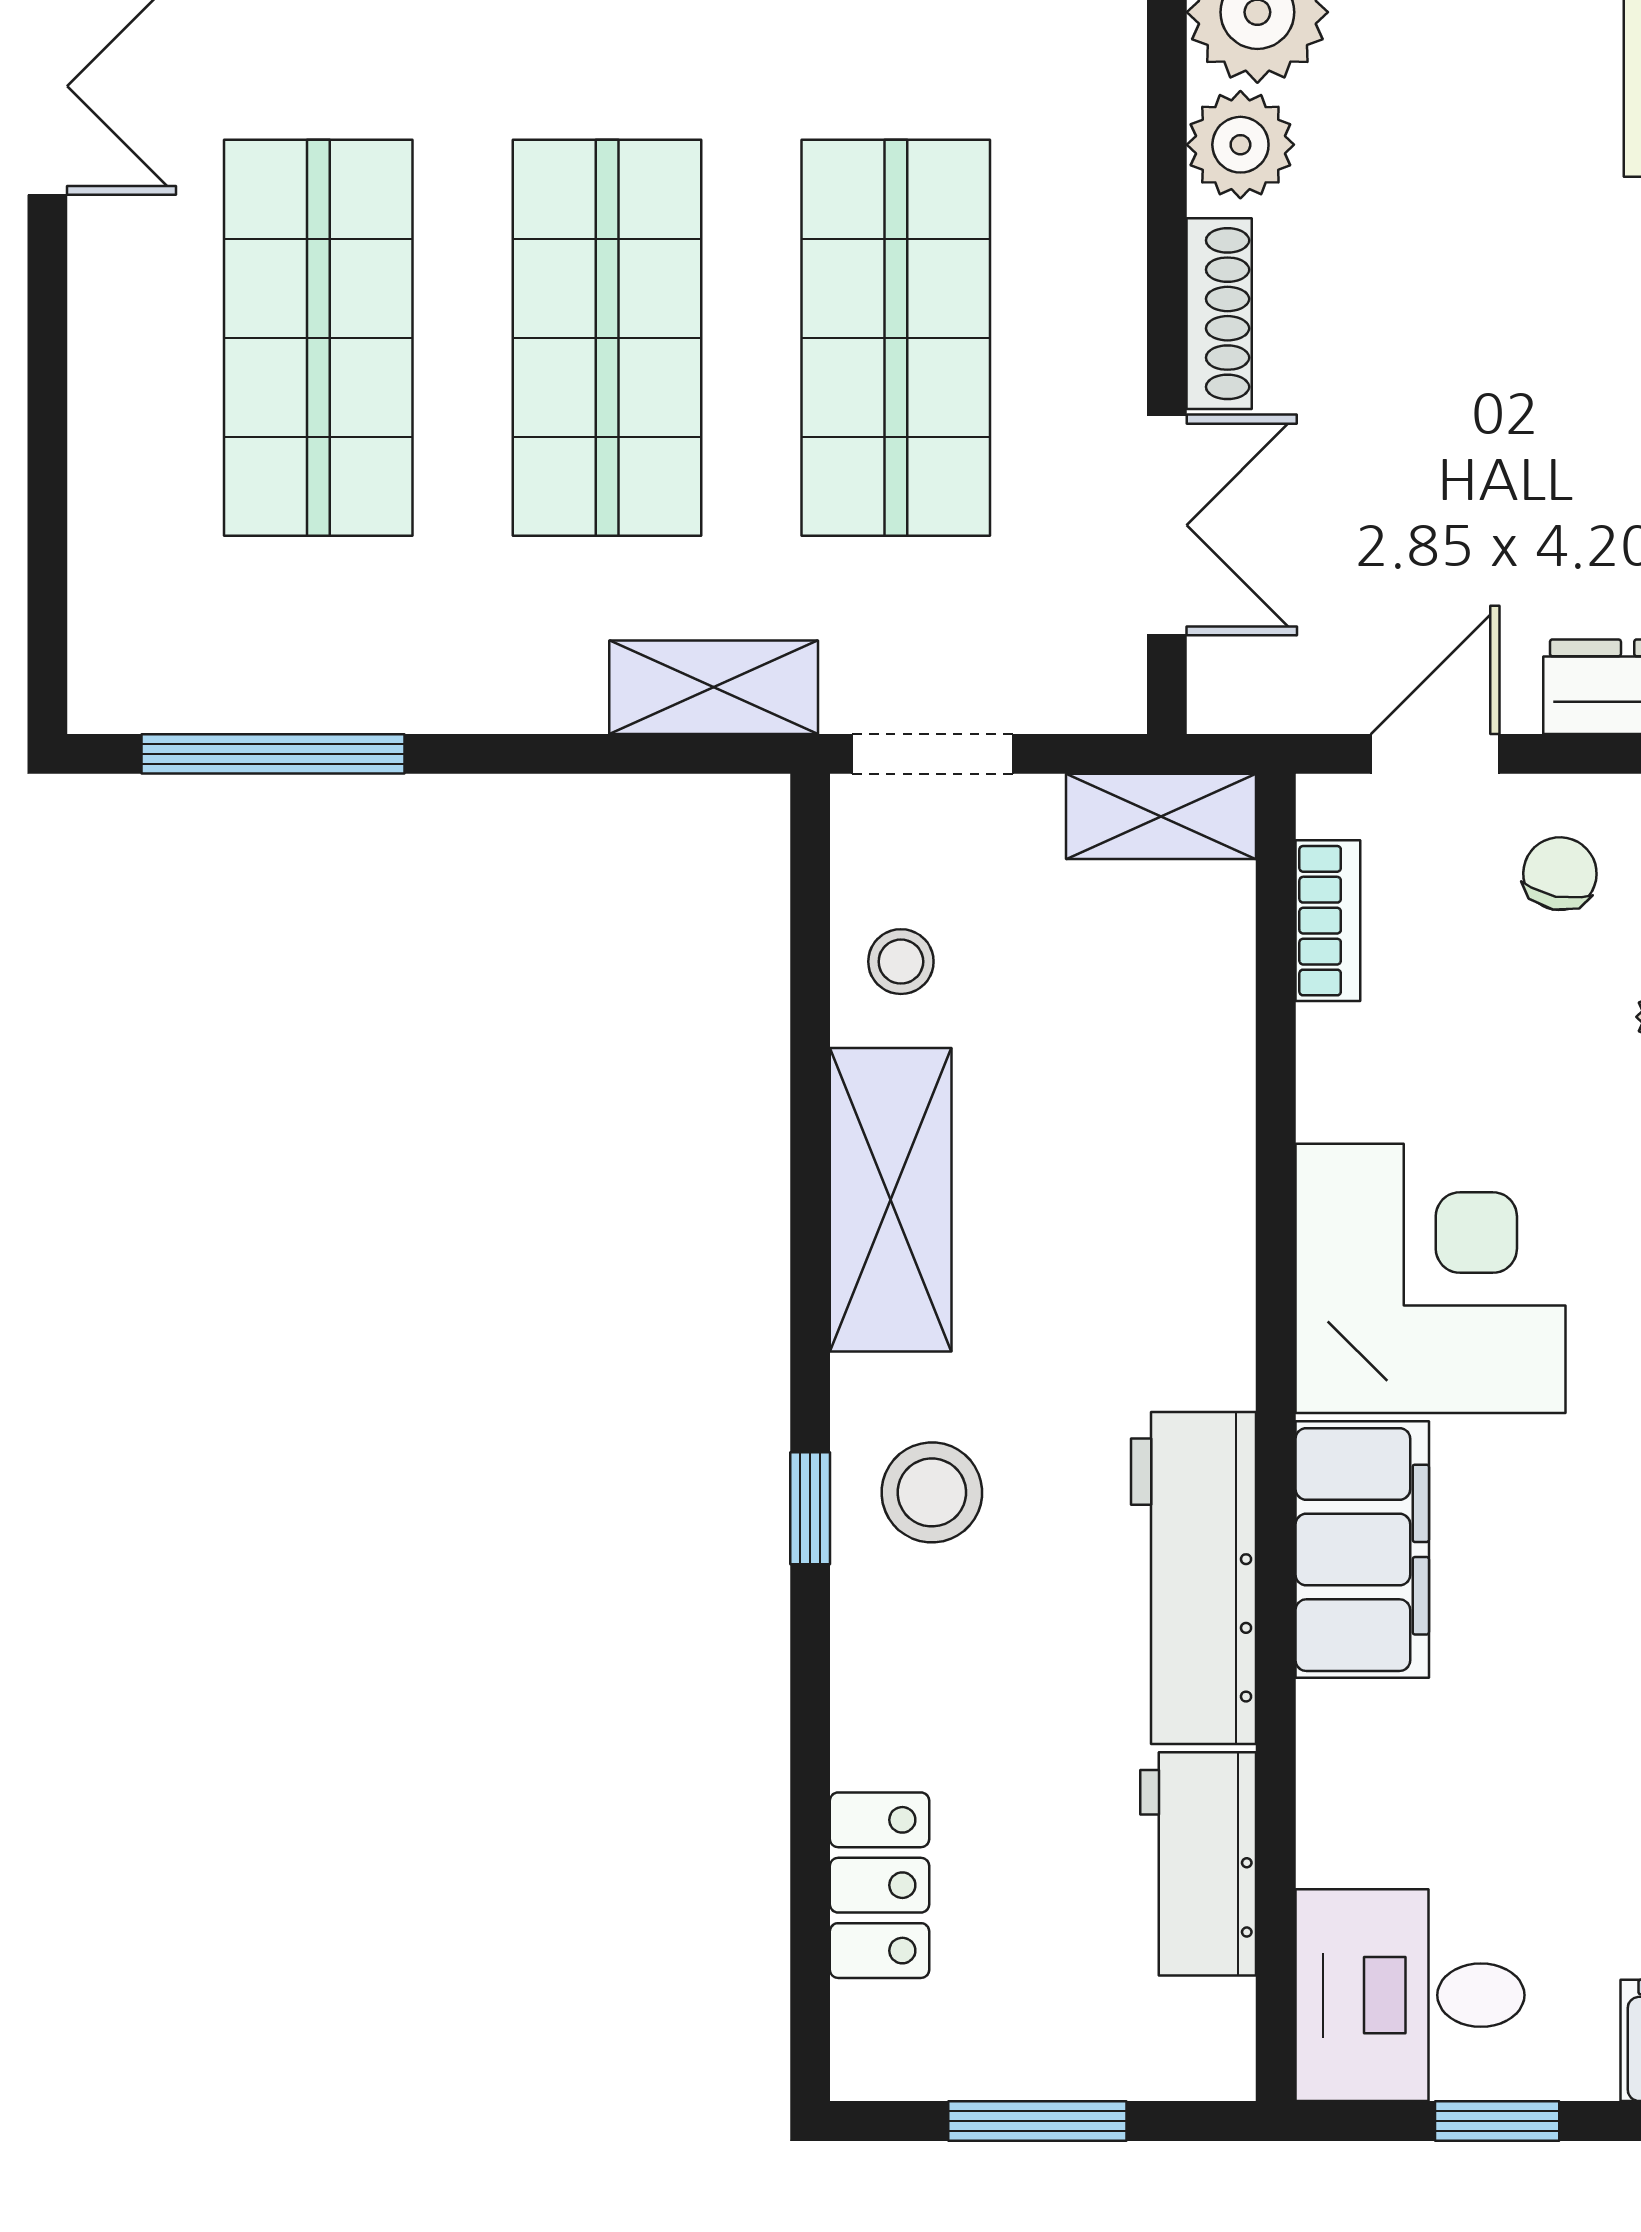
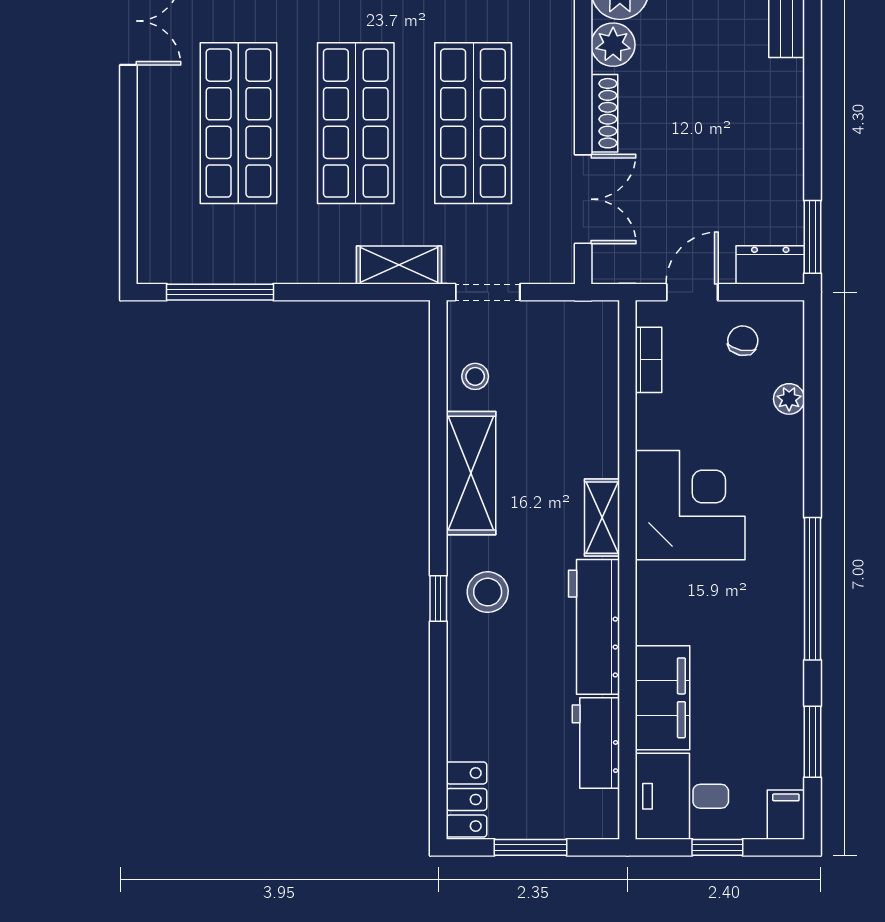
shelving: (1161, 816) -> (602, 518), moved, turned 90
filing cabinet: (1362, 1550) -> (662, 698), moved
locker: (880, 1885) -> (466, 799), moved

